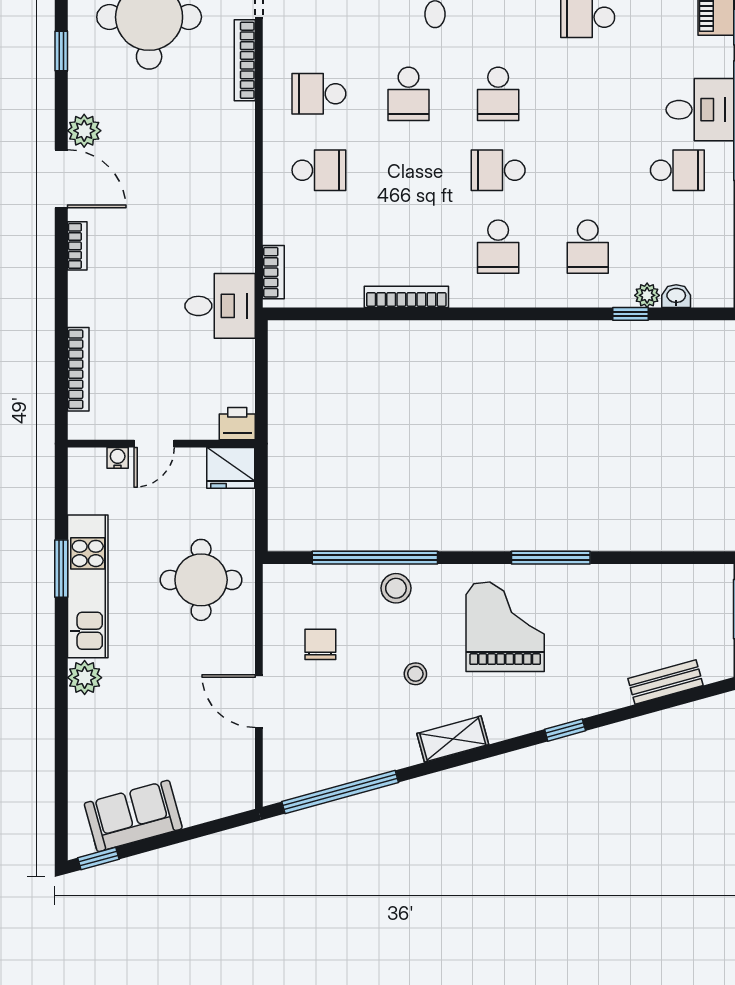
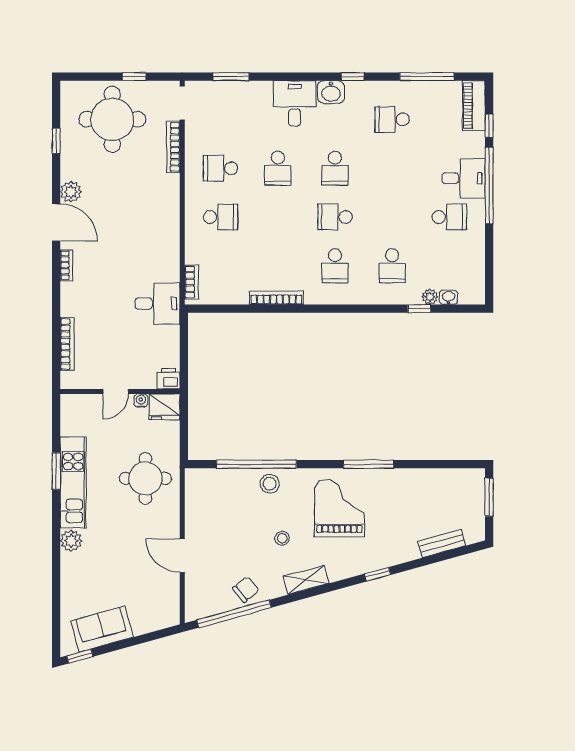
water cooler: (118, 458) -> (141, 401), moved
chair: (320, 644) -> (246, 589), moved, turned 50

